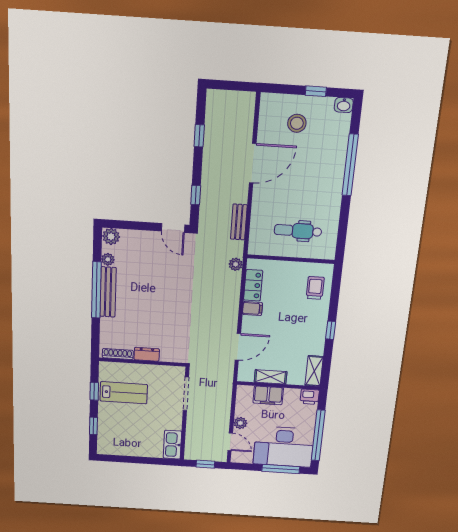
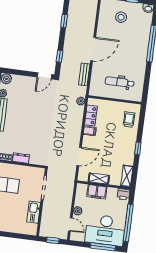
door: (253, 163) -> (93, 49), moved
door: (173, 228) -> (44, 76), hinge flipped
kitchen sink: (172, 445) -> (34, 212), moved

